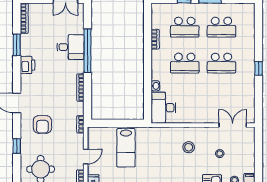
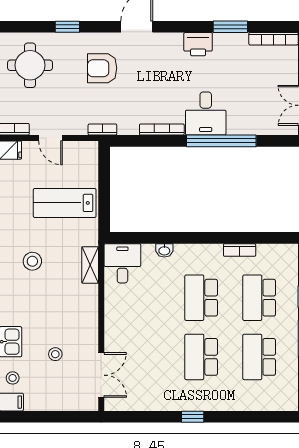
desk: (71, 47) -> (206, 114), moved
desk: (163, 108) -> (122, 263), width x0.73
shelving: (164, 132) -> (90, 265), added
stool: (189, 147) -> (32, 261), moved

